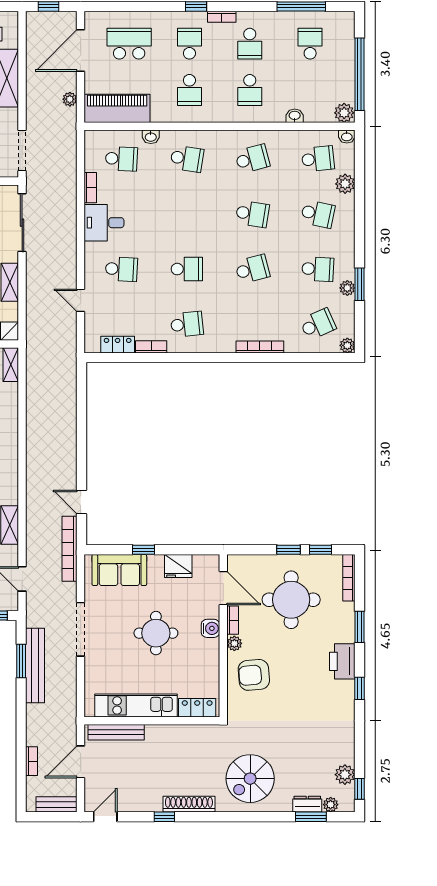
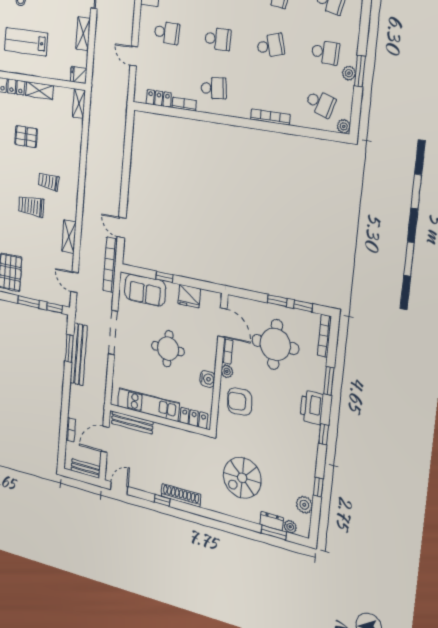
school desk: (318, 324) -> (320, 103), turned 42
water cooler: (210, 628) -> (207, 379), moved
spiral stairs: (250, 779) -> (242, 478), moved
window: (360, 789) -> (318, 487), moved

